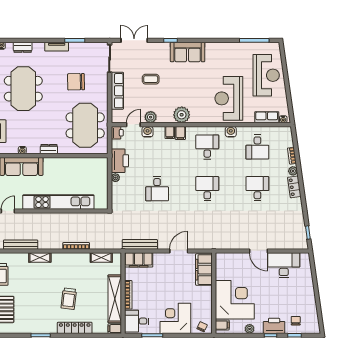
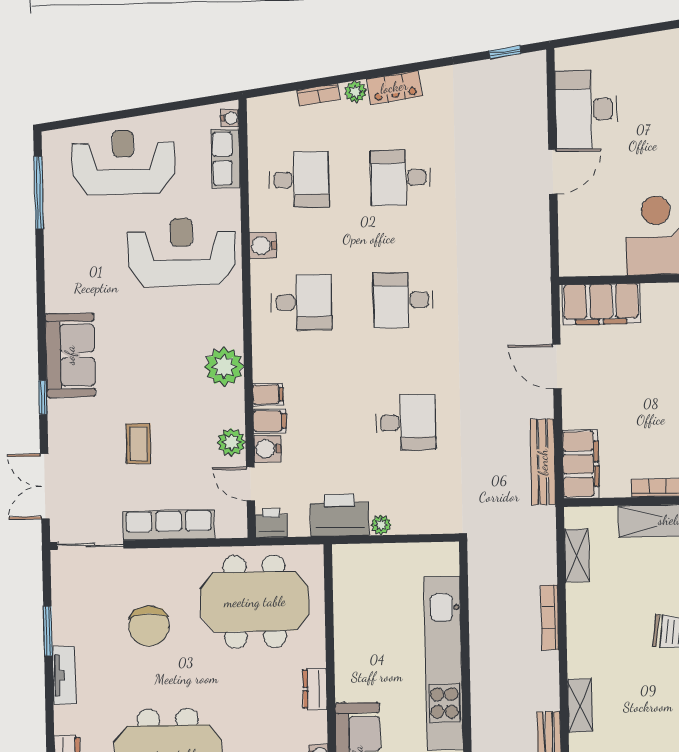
reception desk: (229, 98) -> (182, 252), turned 180
filing cabinet: (180, 133) -> (270, 421), moved
desk: (207, 147) -> (302, 302), turned 180

